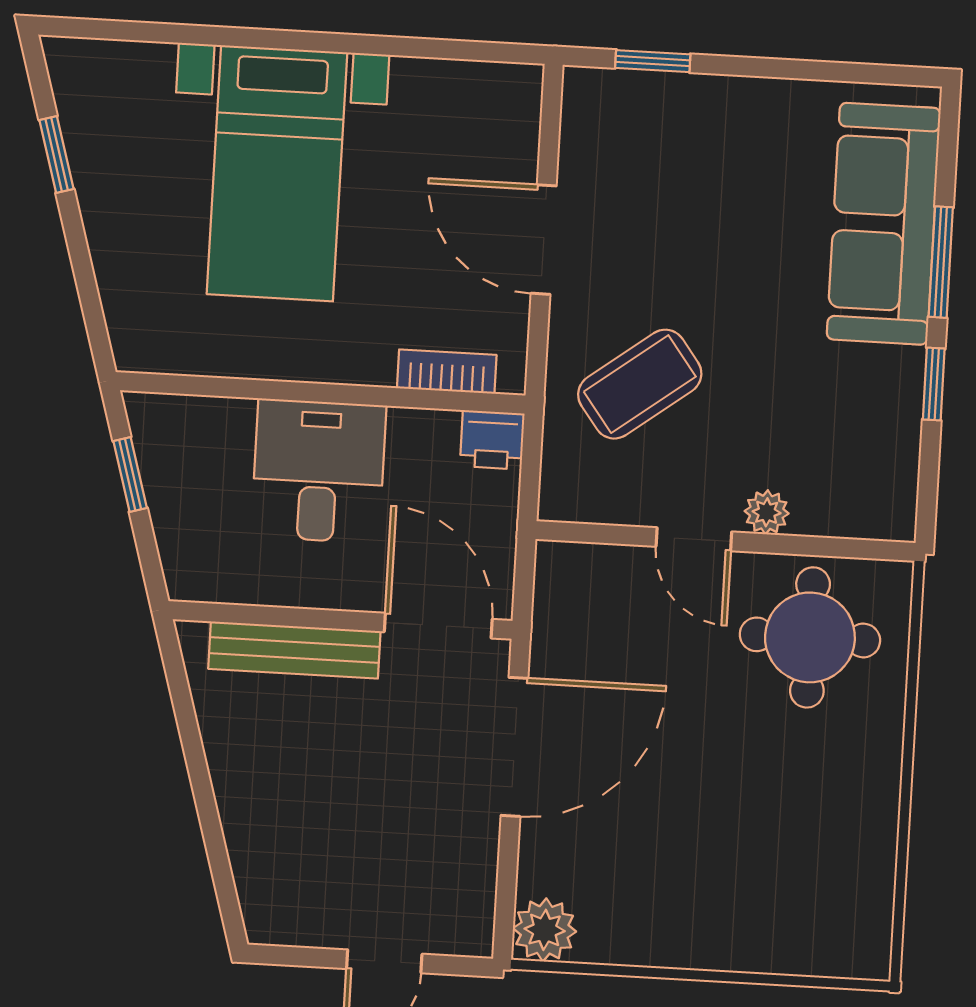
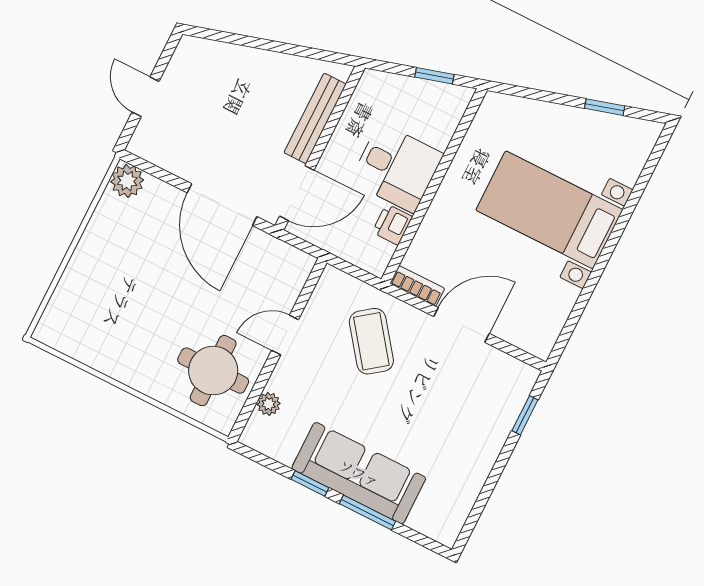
sofa: (884, 224) -> (359, 473), moved
bookcase: (447, 372) -> (417, 286), moved, turned -90
printer: (492, 440) -> (392, 224), moved
plant: (767, 512) -> (269, 404), moved

